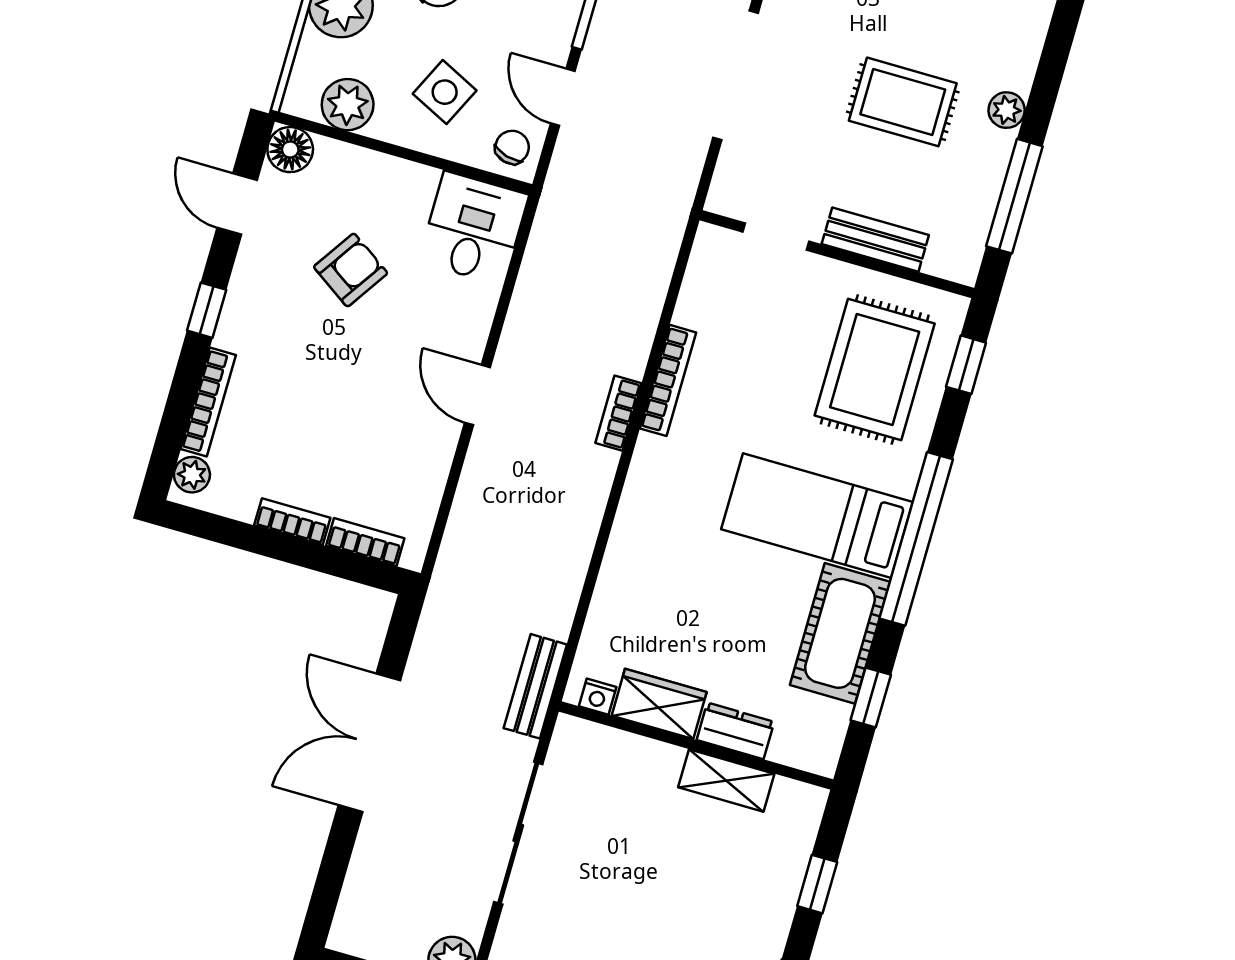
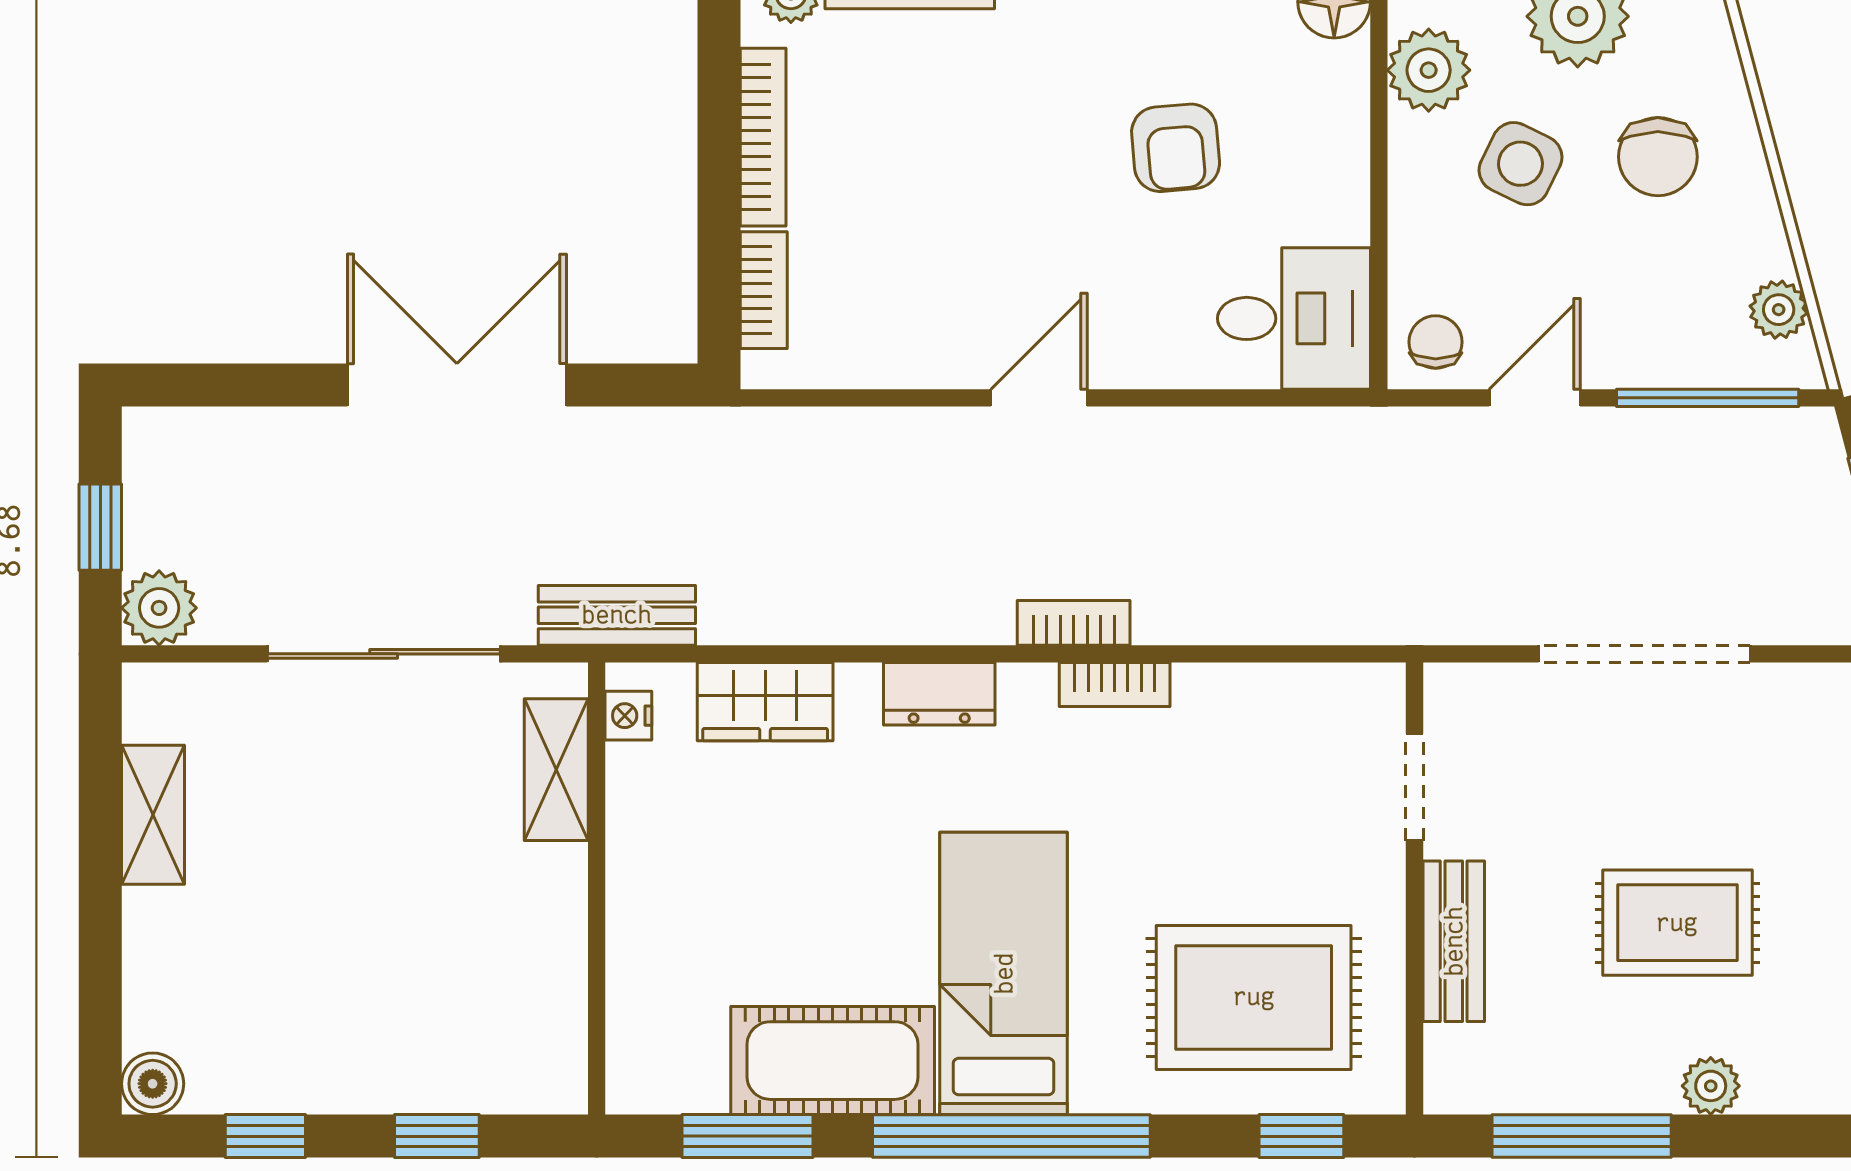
side table: (445, 92) -> (1520, 164), moved
rug: (903, 102) -> (1677, 923), turned 90
chair: (512, 147) -> (1436, 342), turned -105
armchair: (351, 270) -> (1176, 148), turned 51
bookcase: (668, 380) -> (1115, 685), width x0.64
bookcase: (292, 522) -> (763, 137), width x1.56
window: (871, 697) -> (748, 1136), width x1.50
wardrobe: (659, 704) -> (765, 702), moved, turned 90
dresser: (735, 731) -> (939, 694), moved, turned 90
shelving: (726, 780) -> (556, 770), moved

